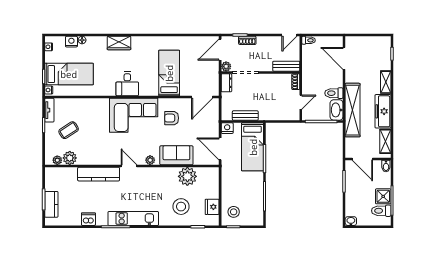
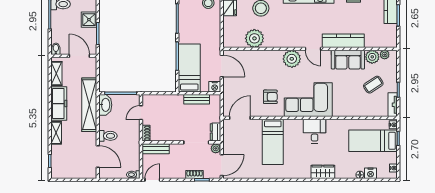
toilet: (334, 93) -> (108, 136), moved
sofa: (176, 155) -> (348, 60), moved
plant: (150, 160) -> (292, 59), width x1.88, depth x1.88
shower: (383, 196) -> (89, 20), moved

